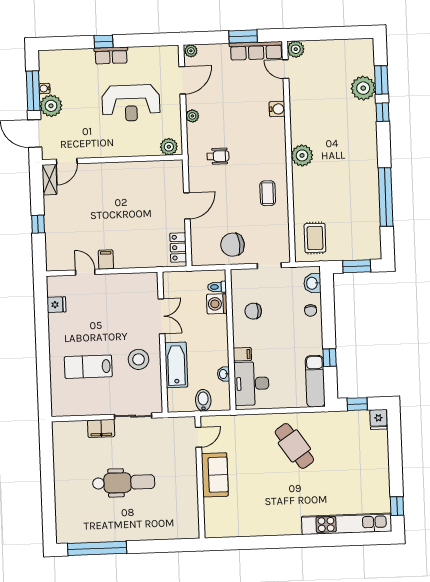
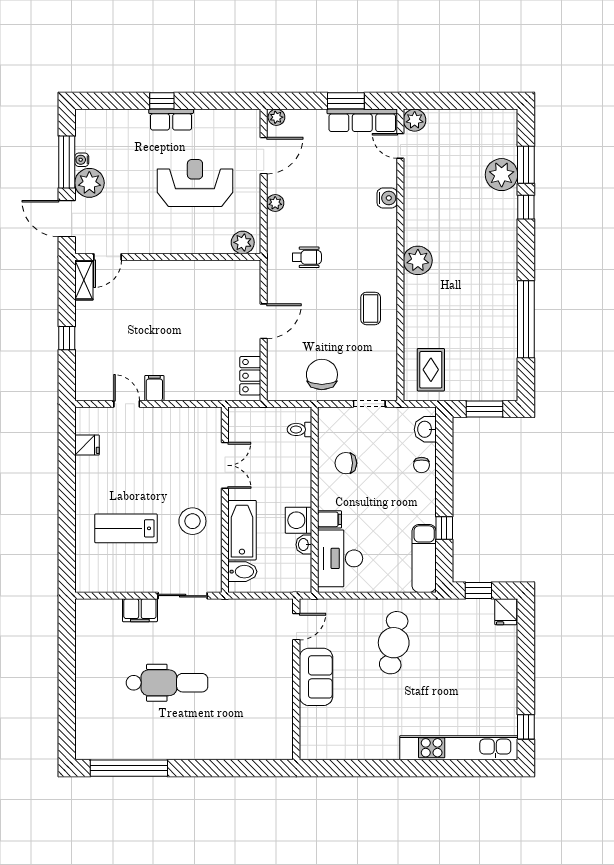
reception desk: (131, 103) -> (195, 183), turned 180
chair: (233, 245) -> (322, 375), turned 95
washing machine: (217, 304) -> (298, 520), moved
bidet: (203, 400) -> (242, 572), moved, turned 90
door: (198, 437) -> (296, 627), moved
cafe table: (294, 446) -> (394, 643), turned 43
sofa: (215, 475) -> (316, 677), moved
wall: (200, 477) -> (296, 679), moved

